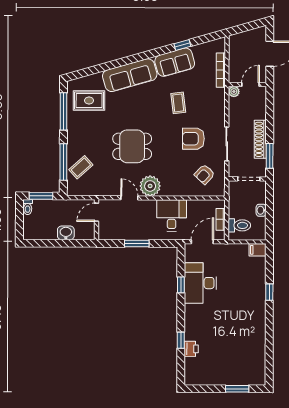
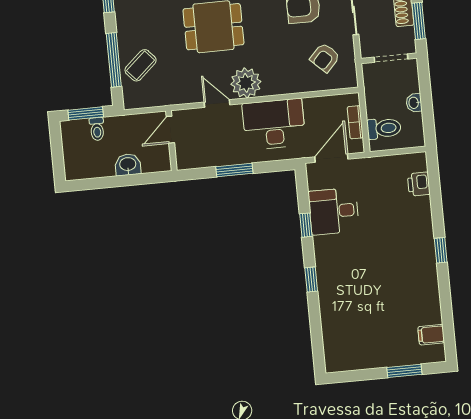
toilet: (28, 207) -> (97, 129), moved
desk: (172, 215) -> (274, 124), width x1.37
filing cabinet: (258, 250) -> (431, 335), moved
desk: (200, 283) -> (334, 211), width x0.73
window: (269, 292) -> (441, 250), moved
window: (181, 340) -> (311, 279), moved
printer: (191, 349) -> (419, 184), moved, turned 180

